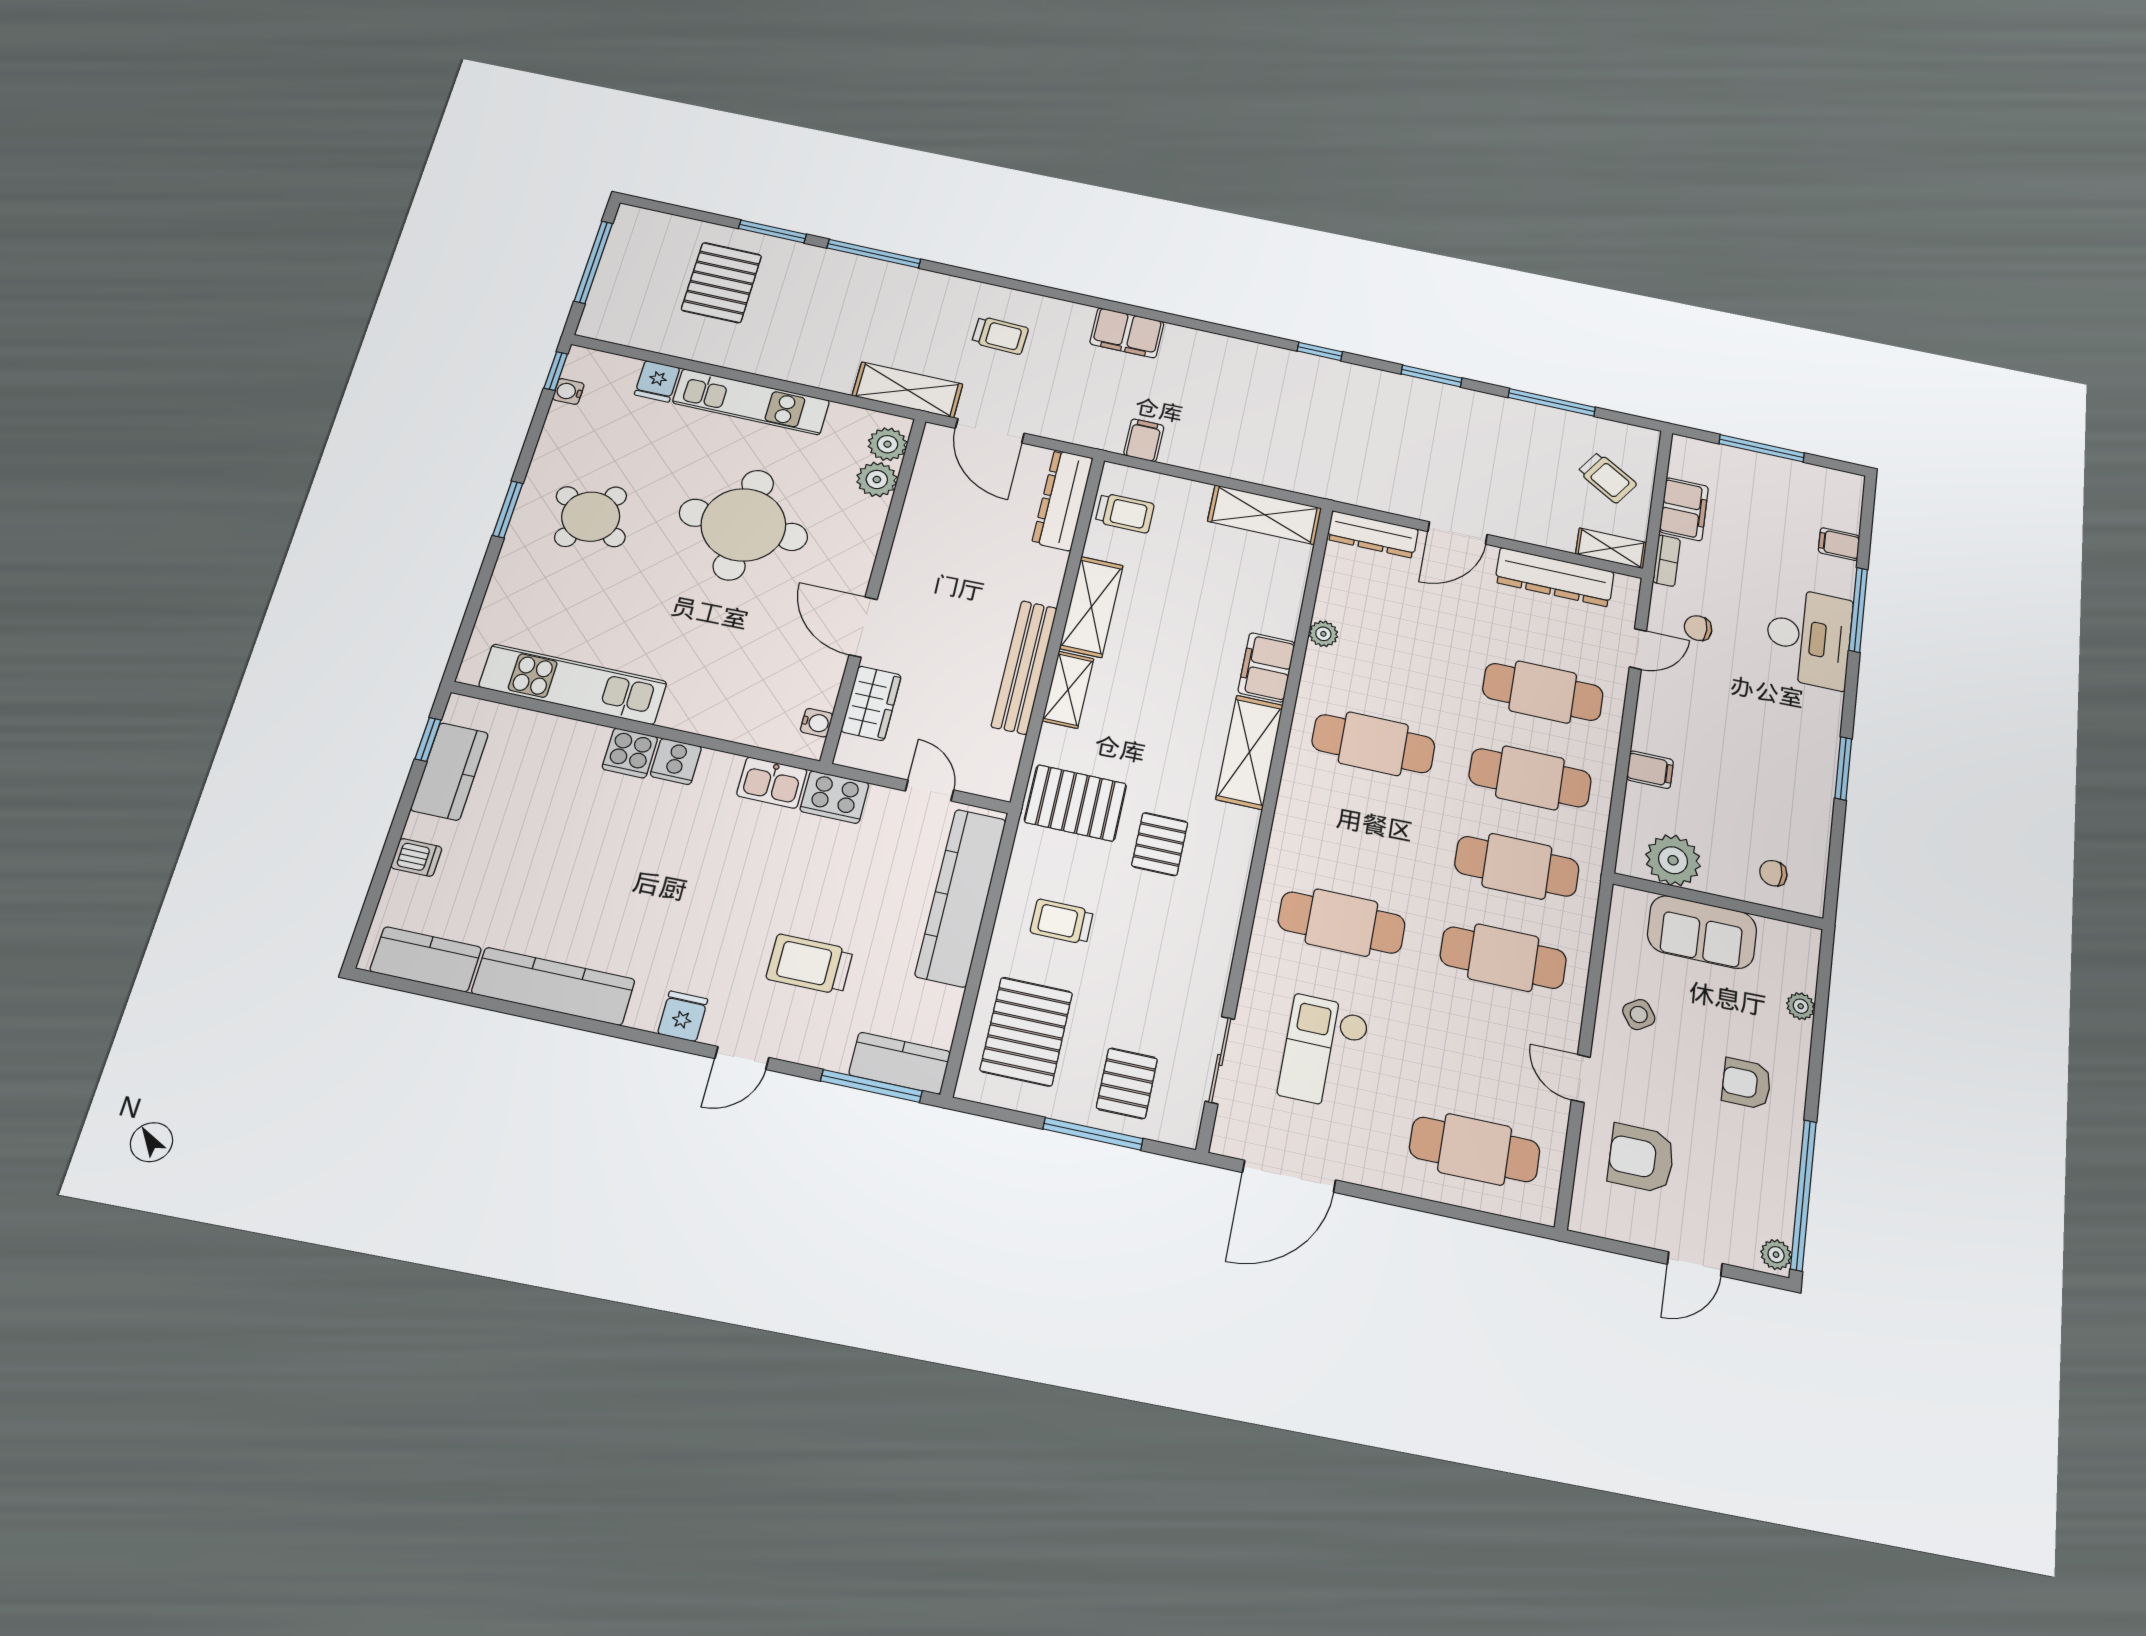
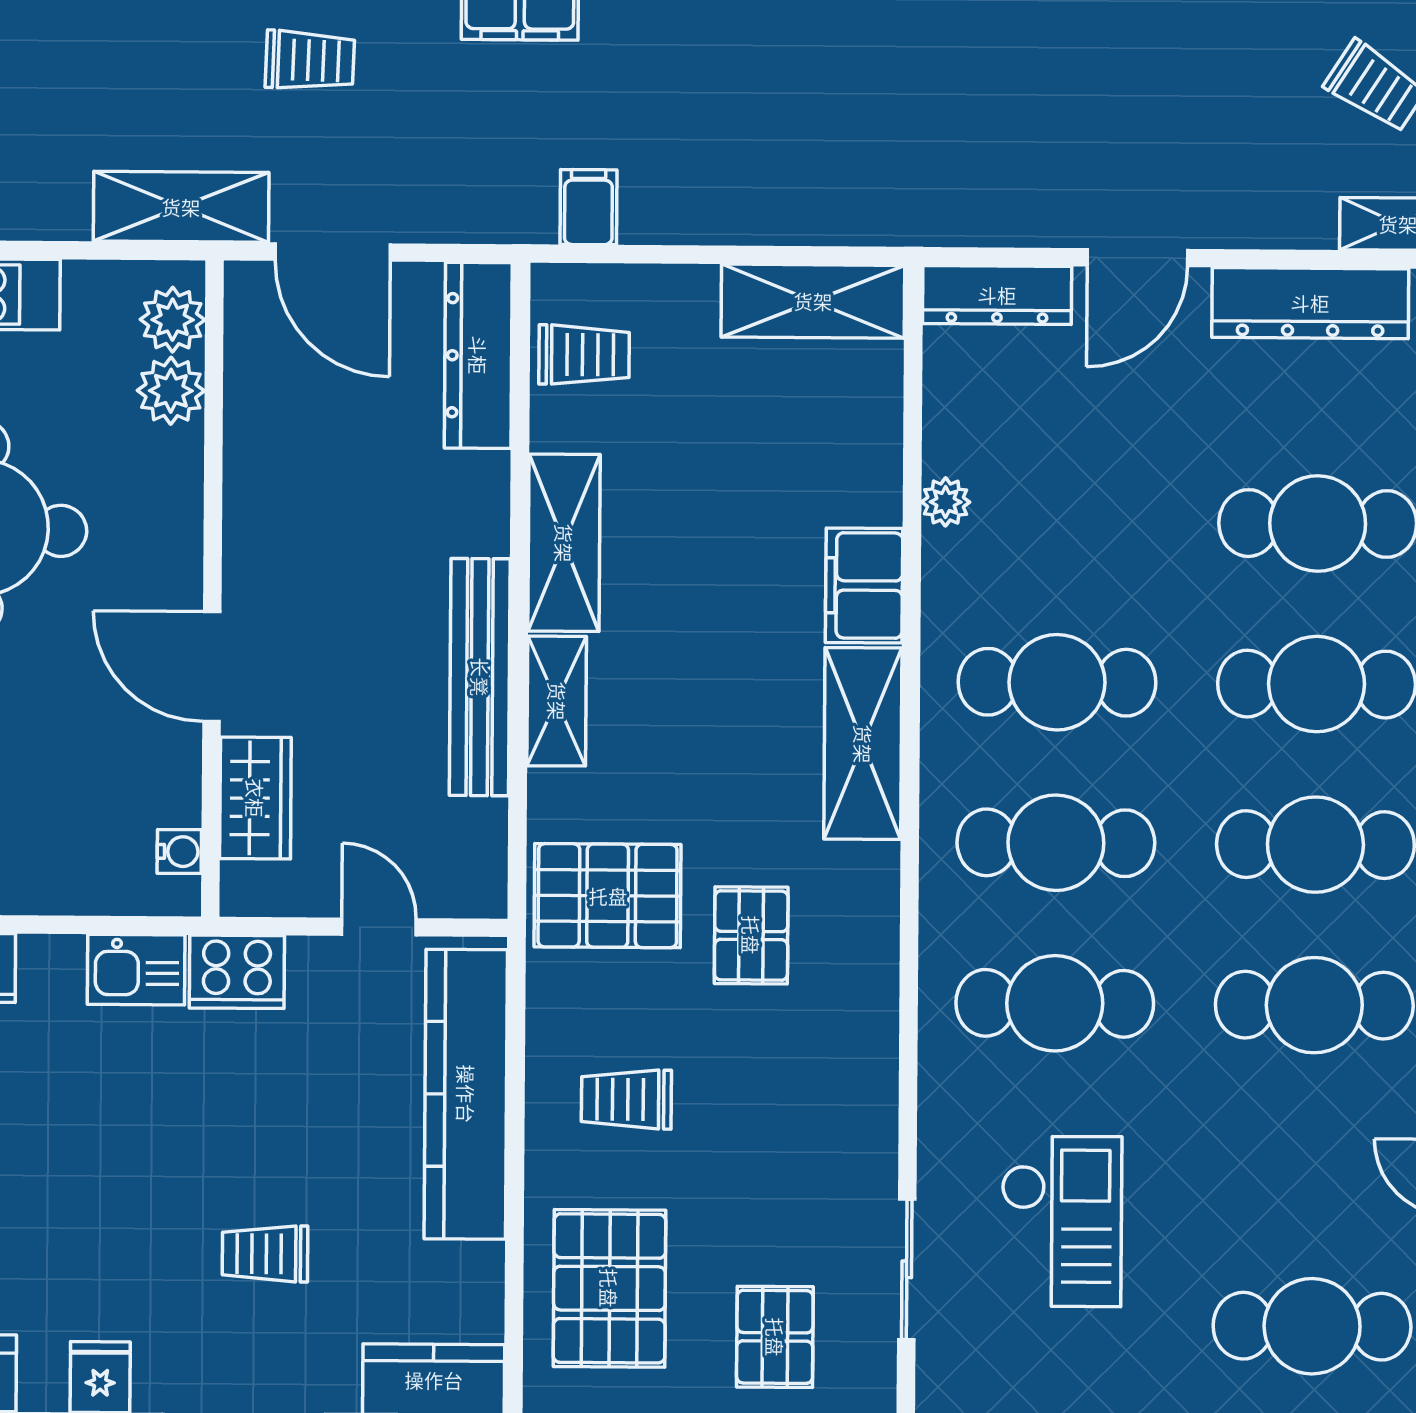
cafe table: (1358, 832) -> (1056, 843), added
trolley: (810, 964) -> (265, 1254), width x0.73, depth x0.72
checkout: (1324, 1052) -> (1061, 1221), turned 180

